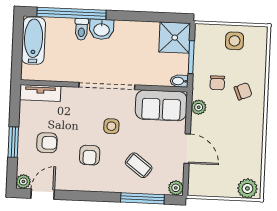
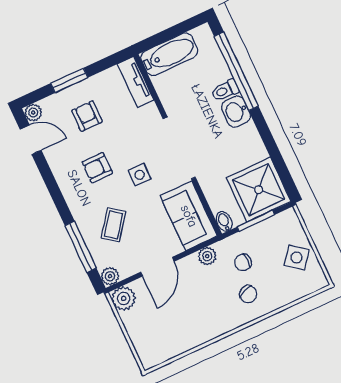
shower: (175, 38) -> (259, 190), width x1.37, depth x1.37
bathtub: (33, 41) -> (169, 54), moved
side table: (235, 41) -> (297, 257), turned 38
armchair: (47, 143) -> (87, 116), turned 180
plant: (247, 188) -> (124, 298), moved

